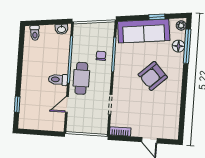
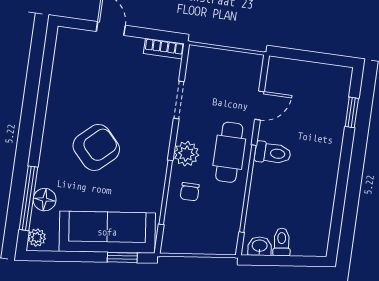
window: (157, 17) -> (122, 257), moved
toilet: (35, 33) -> (282, 242), moved
plant: (104, 76) -> (186, 154), added

